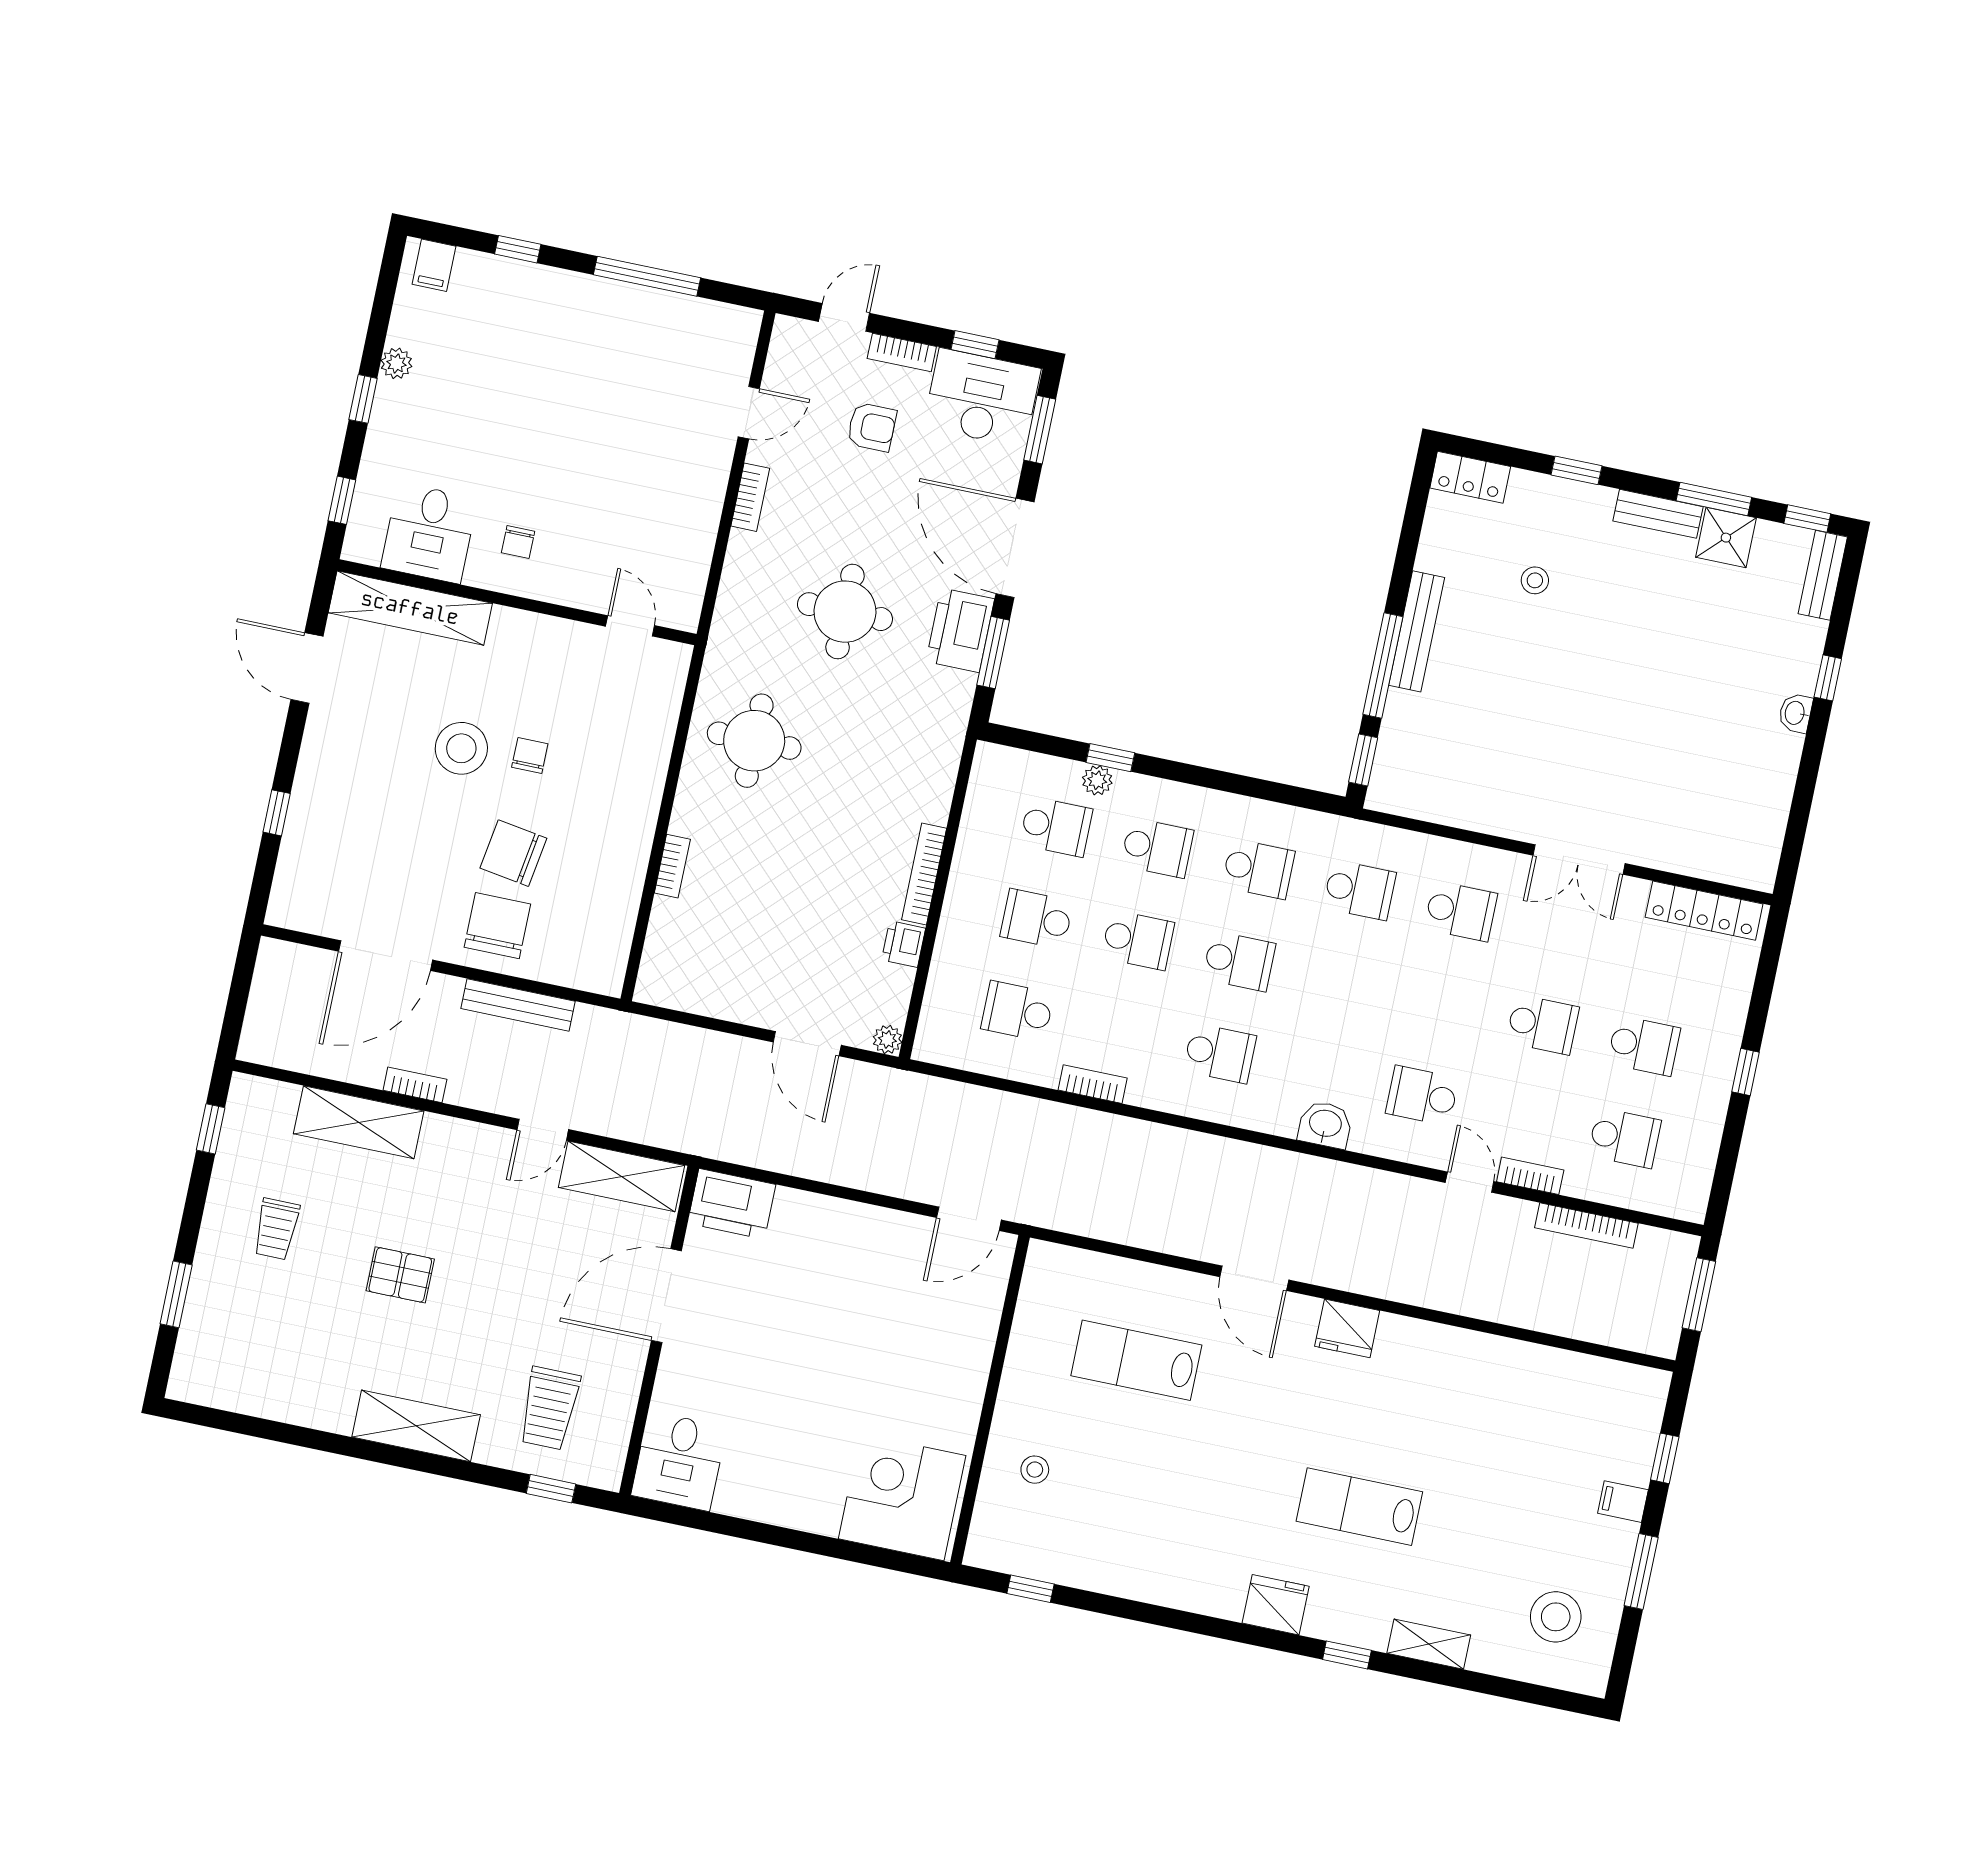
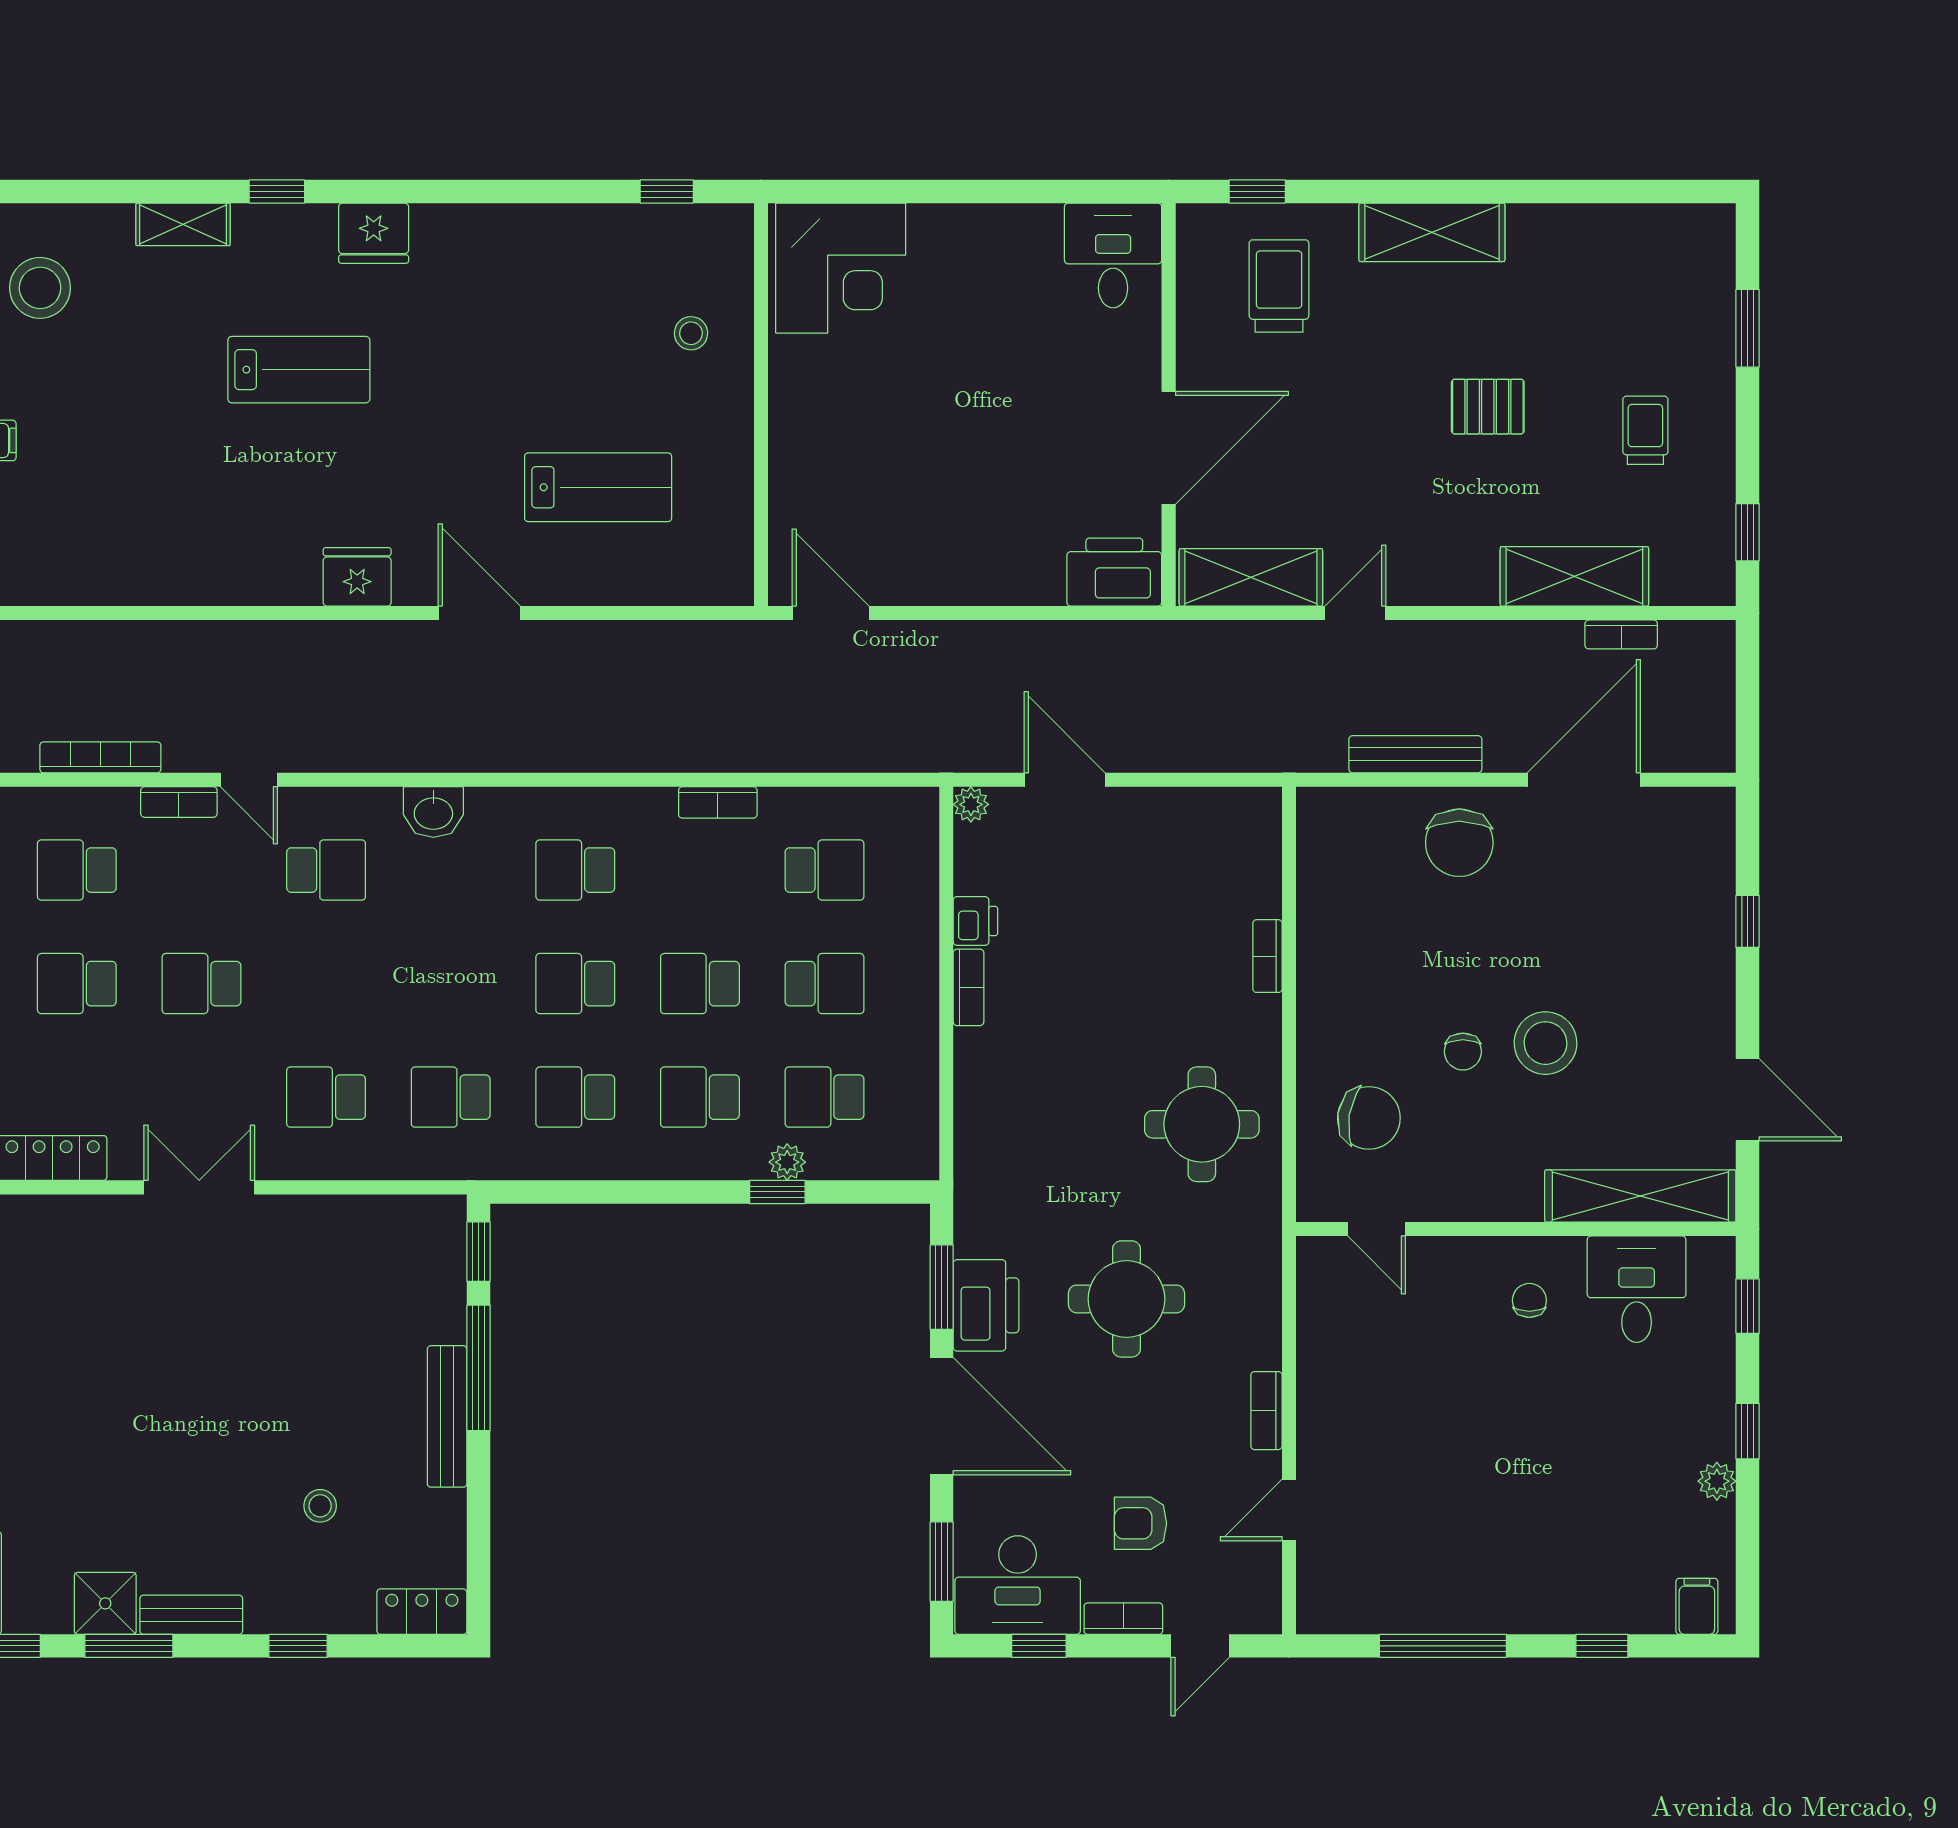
chair: (513, 853) -> (1369, 1118), moved
bookcase: (924, 874) -> (969, 987), width x0.64
bookcase: (415, 1085) -> (1621, 634), moved
door: (969, 1219) -> (831, 613), hinge flipped

